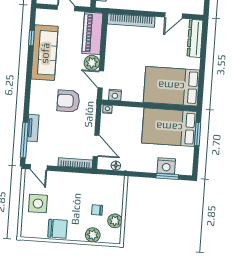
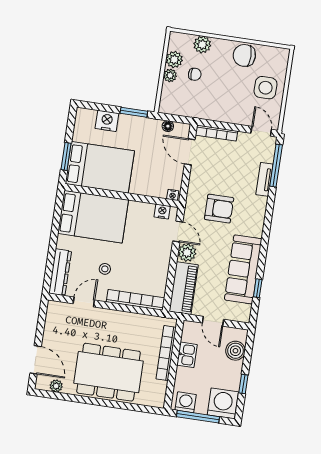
stool: (158, 44) -> (105, 269), added
window: (167, 176) -> (134, 112), moved
plant: (117, 207) -> (170, 75), added

